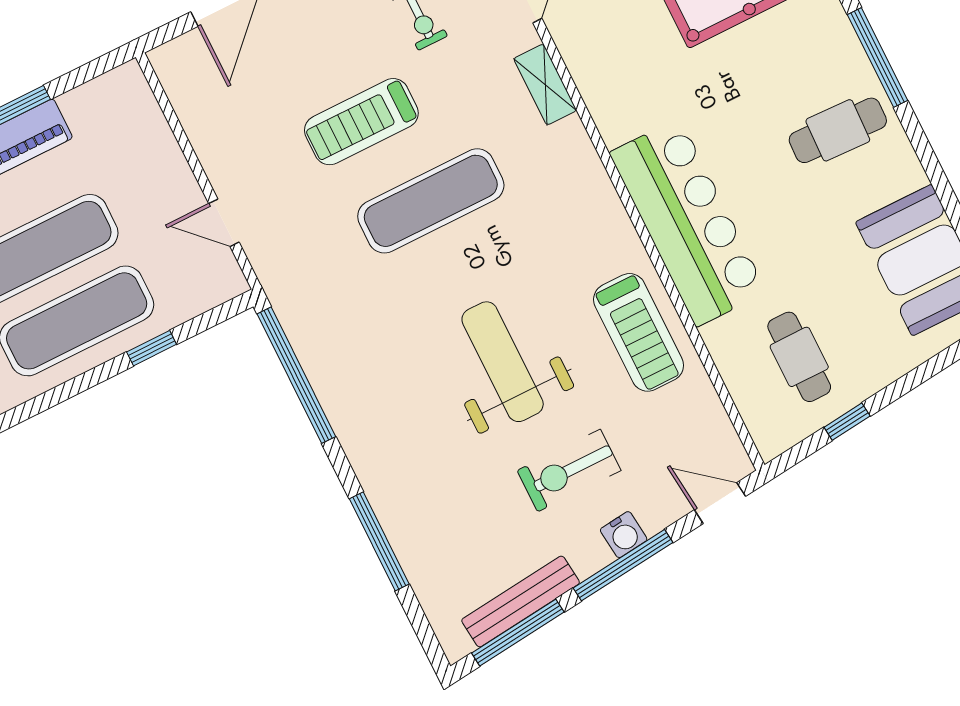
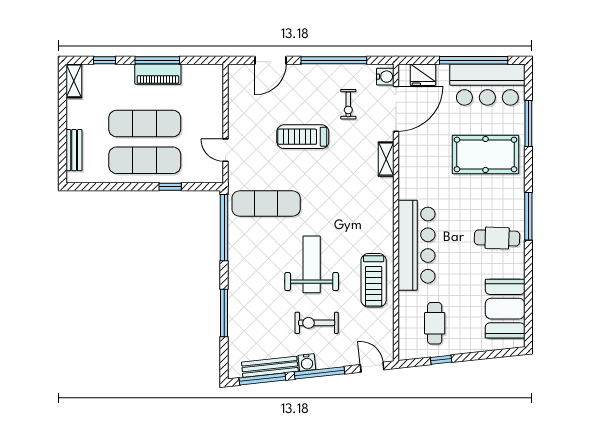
exercise mat: (431, 201) -> (266, 203), moved
water cooler: (624, 535) -> (307, 362), moved

